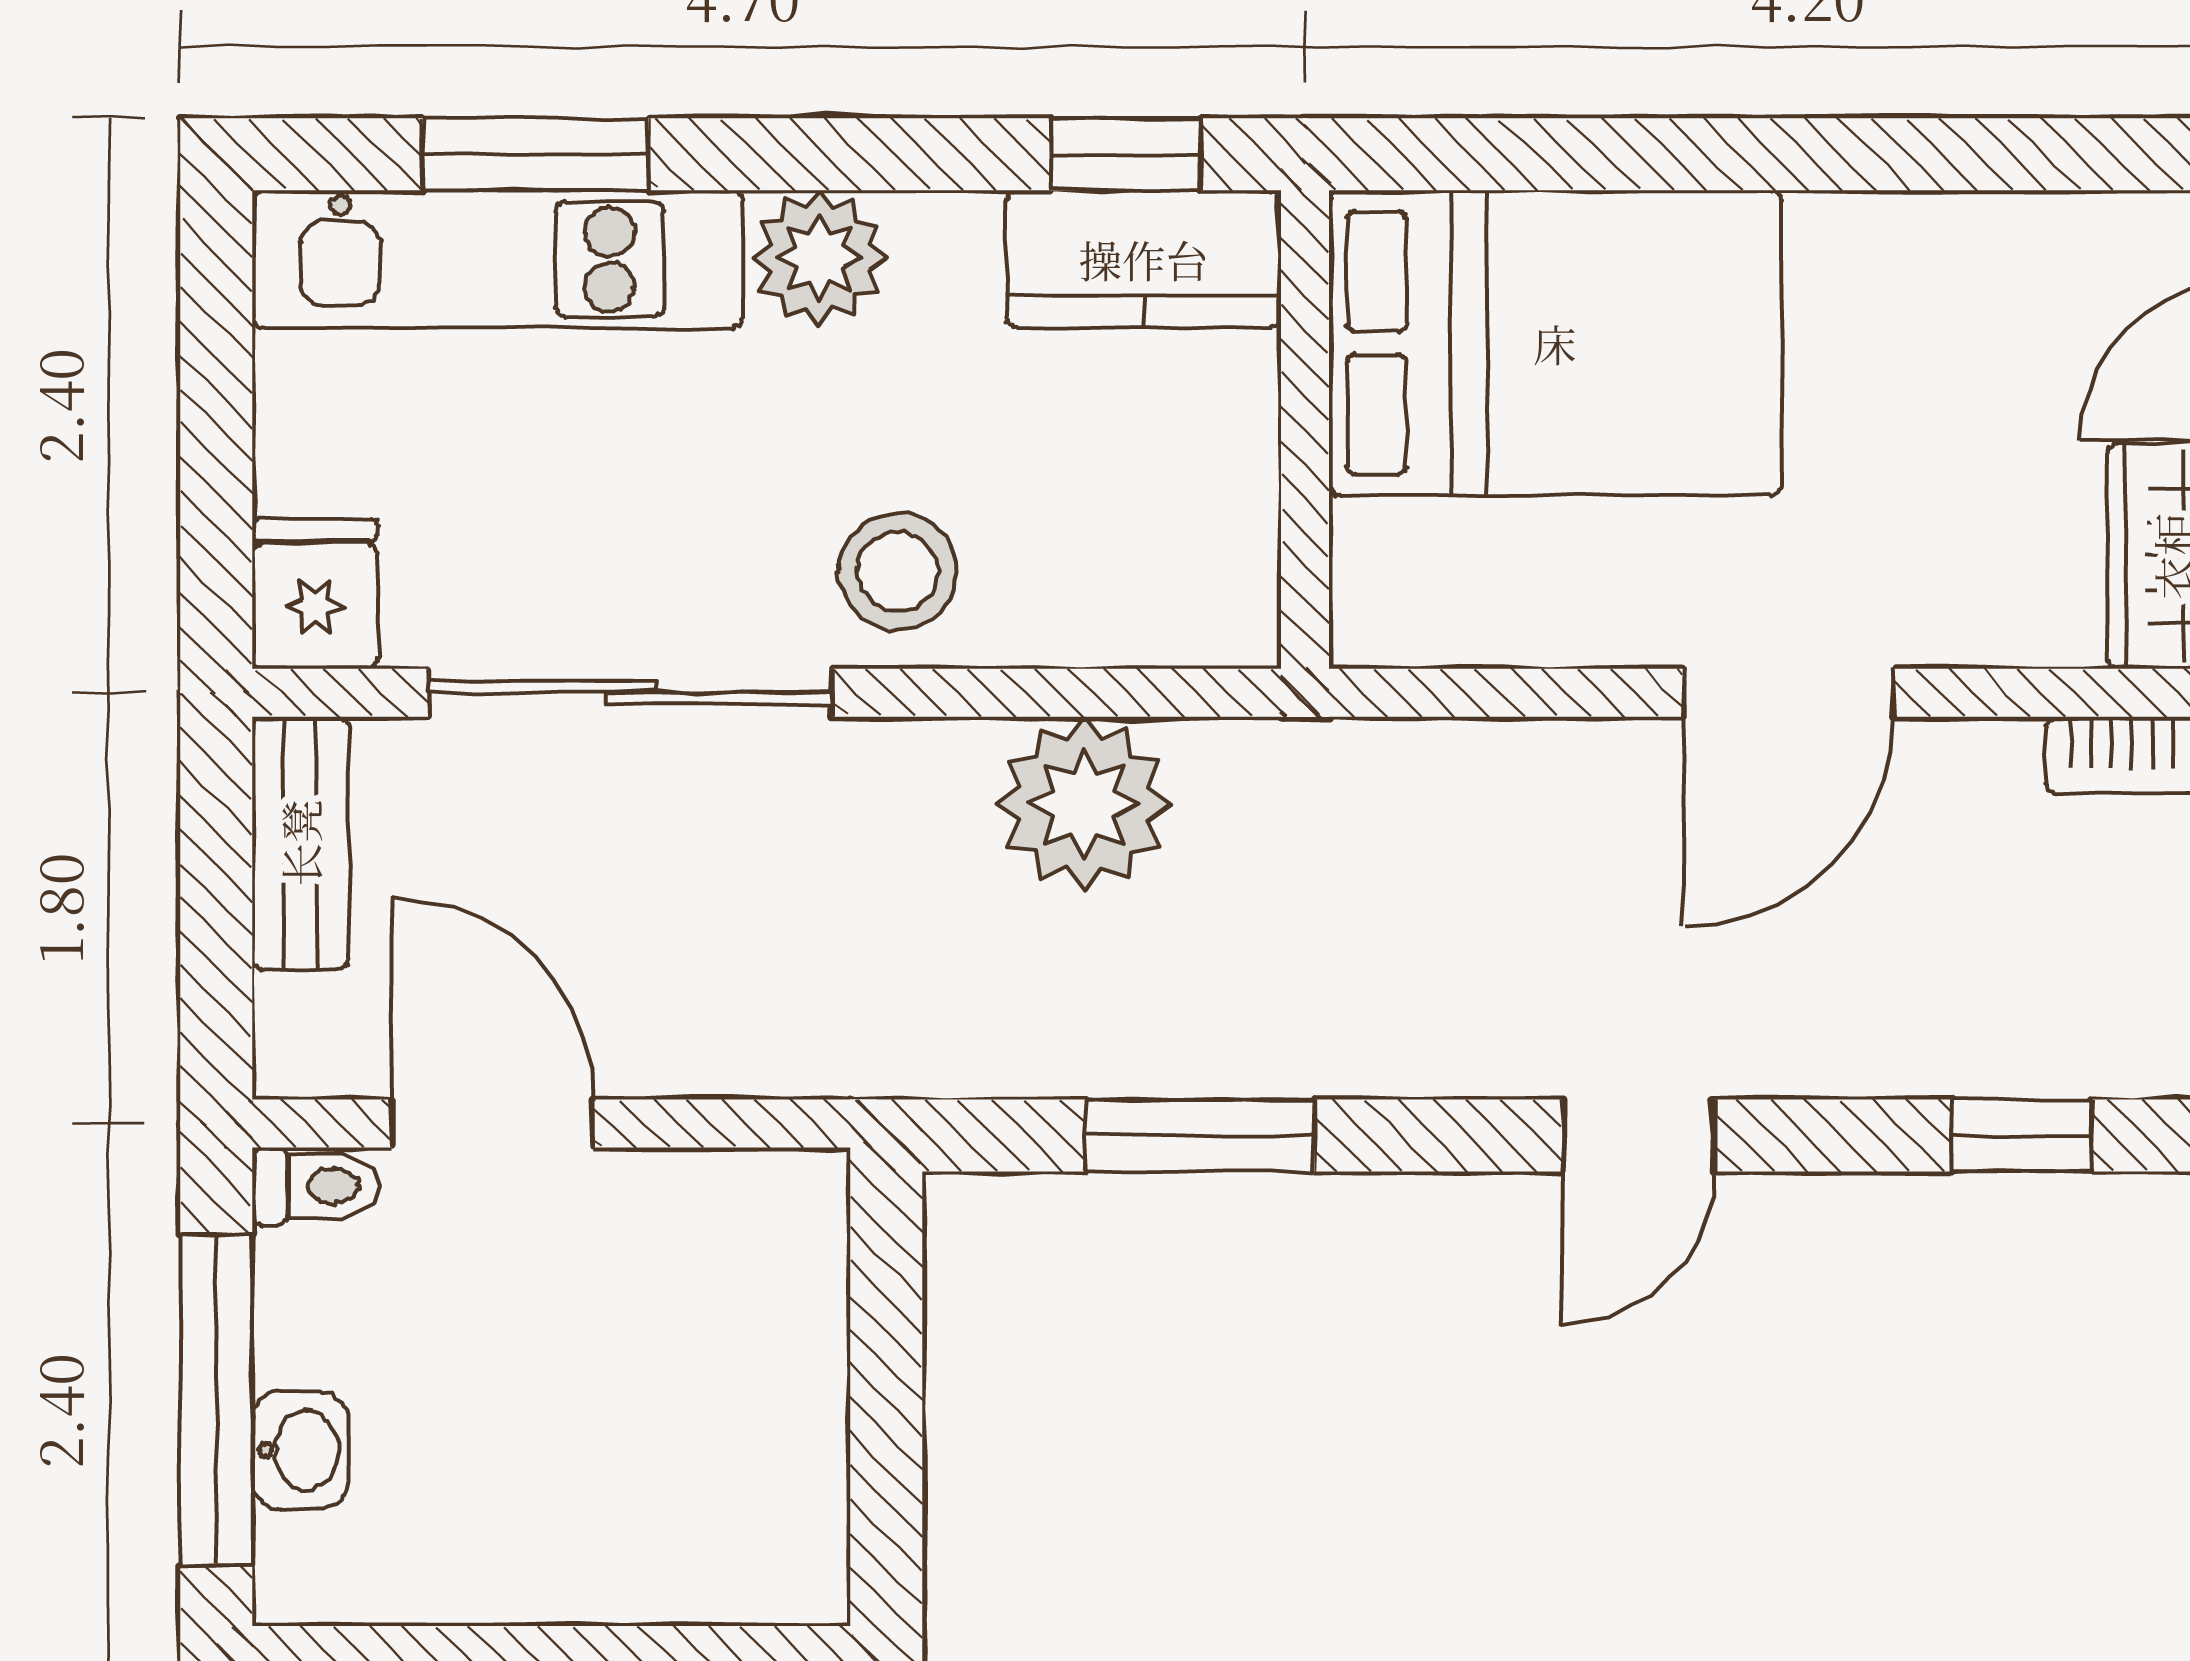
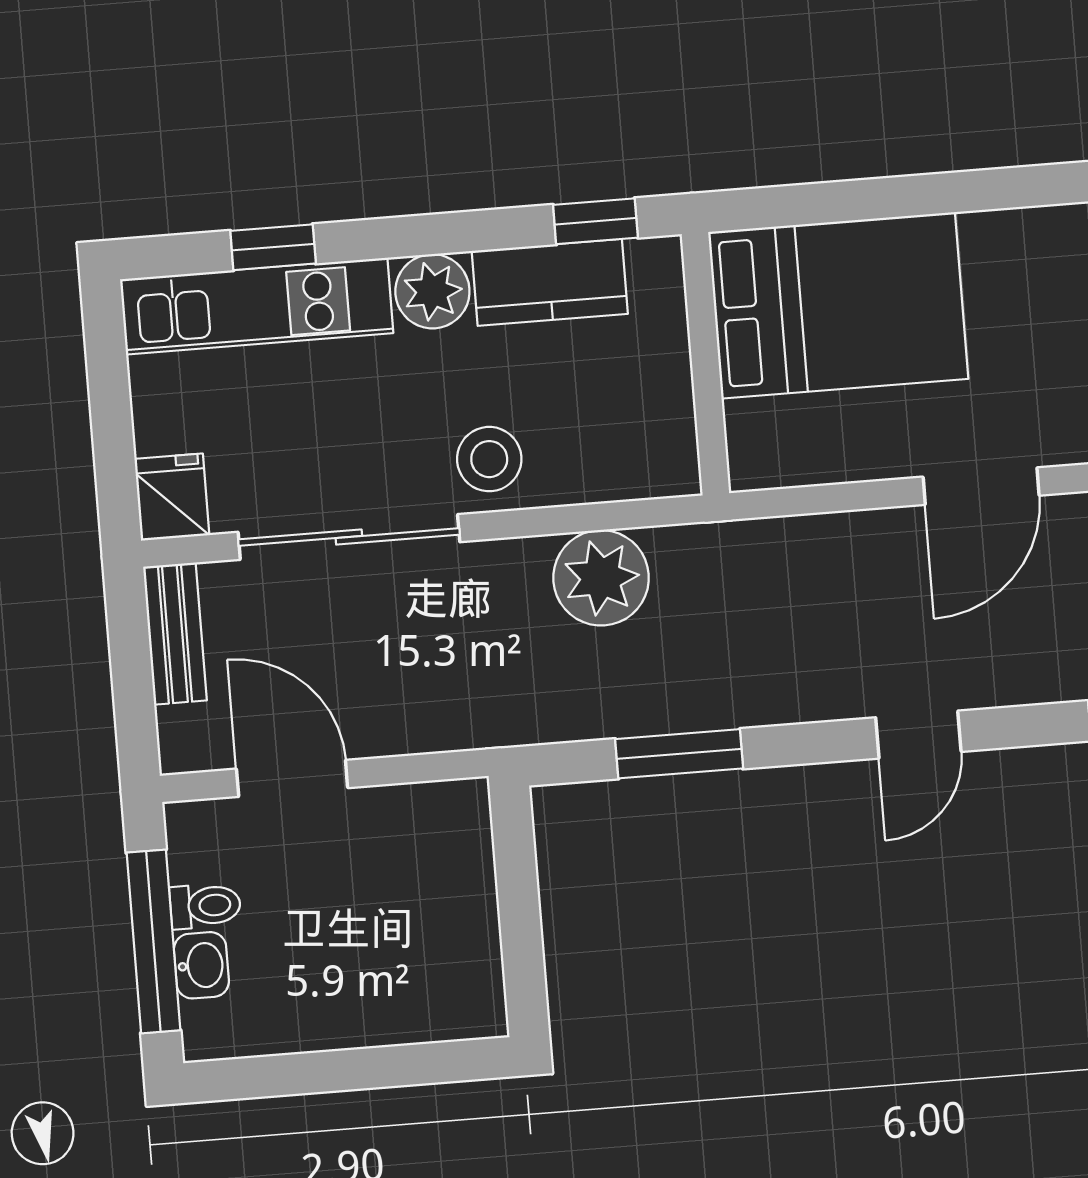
window: (535, 154) -> (273, 247), width x0.67
kitchen counter: (1144, 259) -> (550, 282), moved
toilet: (316, 1186) -> (205, 906), moved

